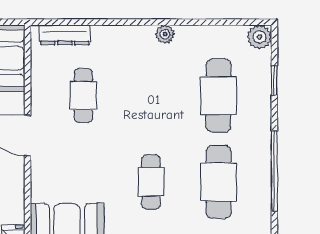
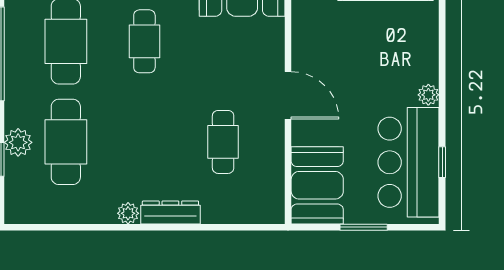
dresser: (65, 35) -> (170, 212), moved
plant: (259, 37) -> (18, 142), moved

